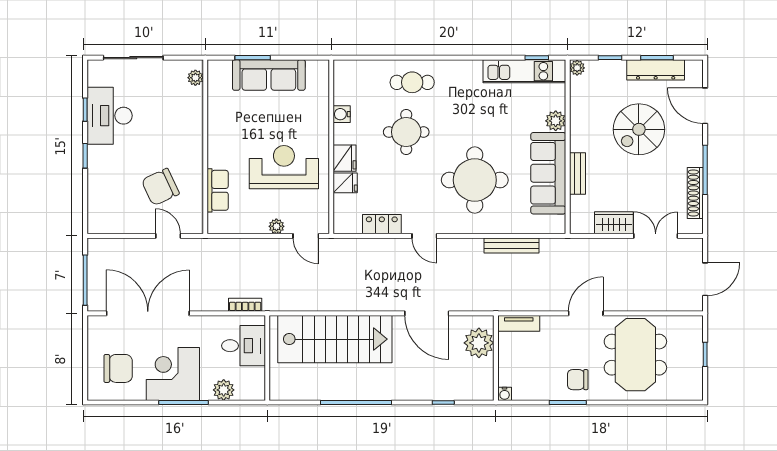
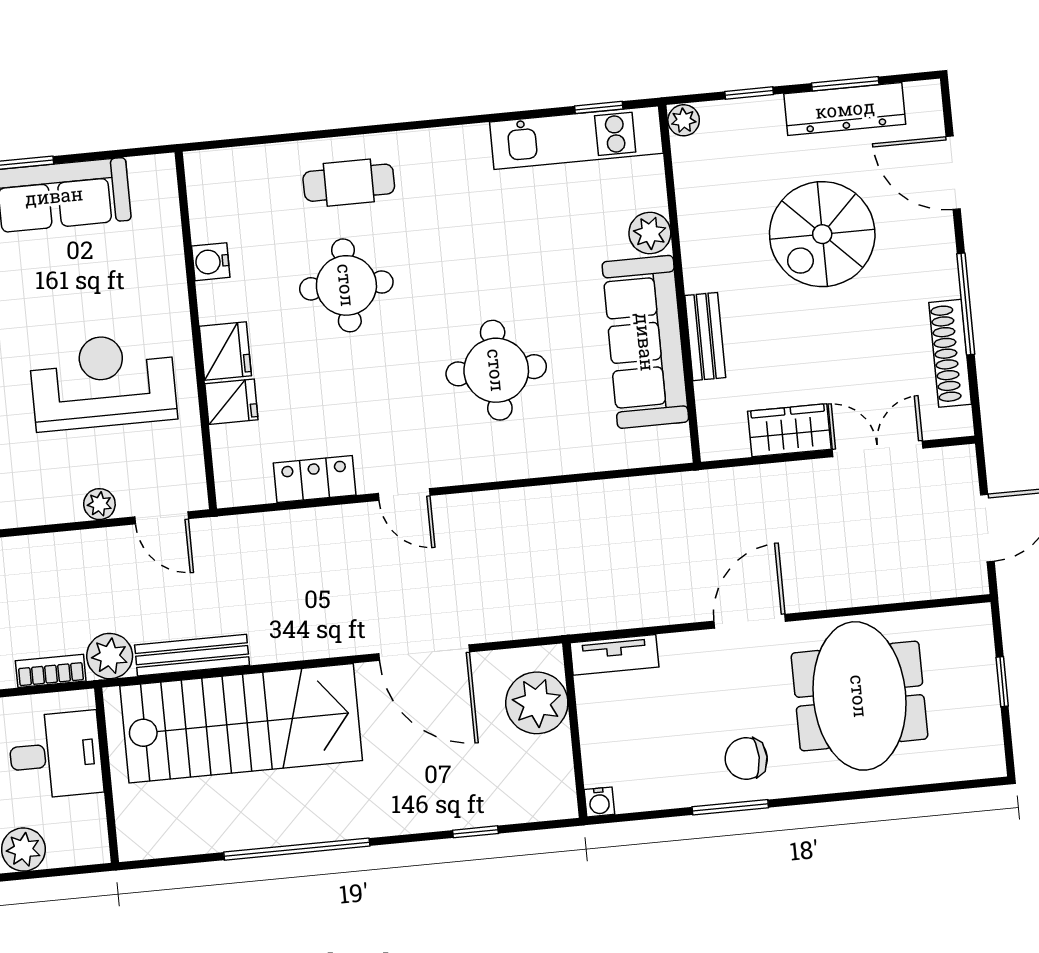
round table: (475, 180) -> (496, 370), width x0.73, depth x0.73
bench: (512, 245) -> (192, 655), moved
plant: (274, 300) -> (110, 656), added

